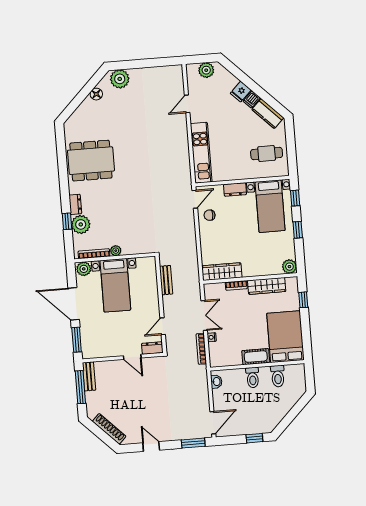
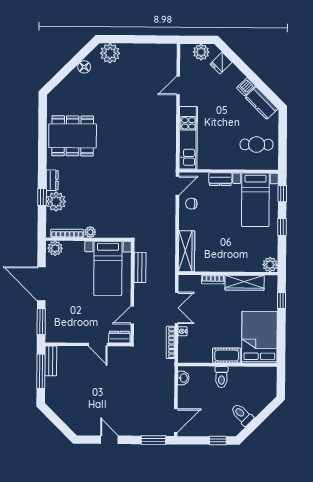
fridge: (241, 92) -> (221, 63), moved
wardrobe: (222, 272) -> (187, 251), moved, turned 90
bed with nightstands: (115, 285) -> (108, 268), moved
toilet: (278, 376) -> (242, 415), moved, turned 135
shoe rack: (109, 429) -> (67, 417), removed

